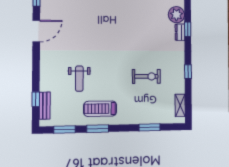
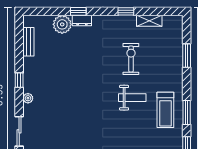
weight bench: (79, 79) -> (132, 98), moved
shelving: (180, 105) -> (149, 21), moved

